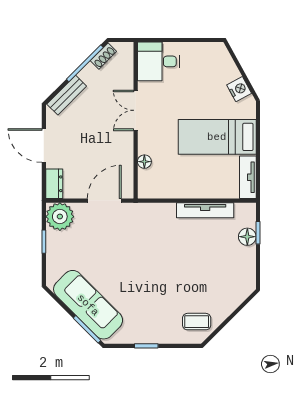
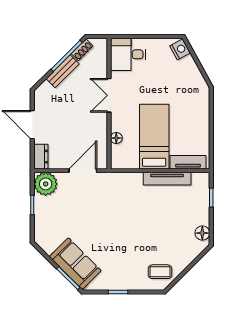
nightstand: (239, 89) -> (180, 49), moved
bench: (67, 95) -> (63, 71), moved
bed: (217, 137) -> (154, 137), moved, turned 90
tv unit: (248, 177) -> (188, 162), moved, turned 90
floor lamp: (247, 237) -> (202, 233), moved
sofa: (88, 305) -> (75, 264), width x0.73

